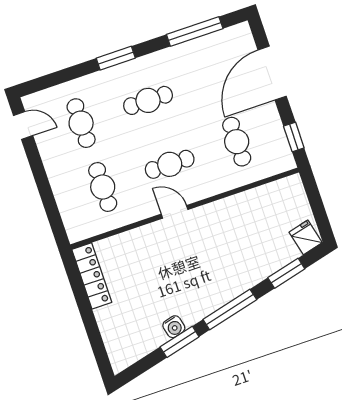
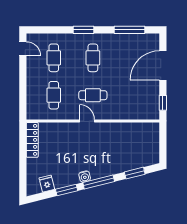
cafe table: (148, 100) -> (93, 58), turned 90
cafe table: (237, 142) -> (132, 95), removed
fridge: (306, 237) -> (47, 184), moved
water cooler: (174, 327) -> (85, 176), moved

